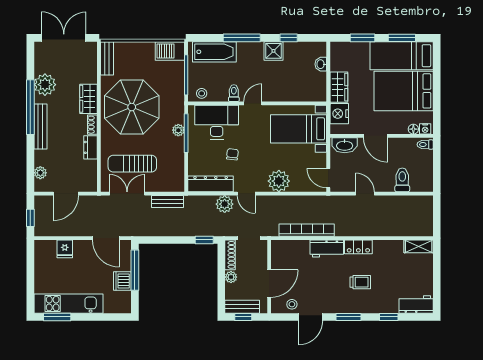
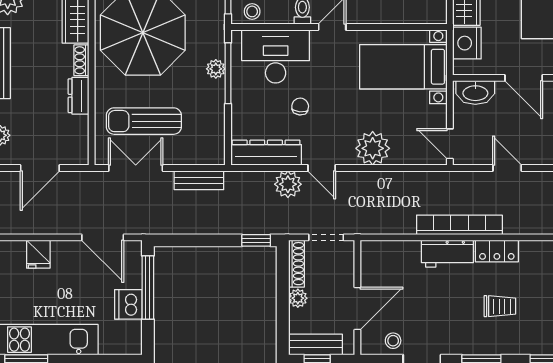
bookcase: (307, 230) -> (459, 225), moved

